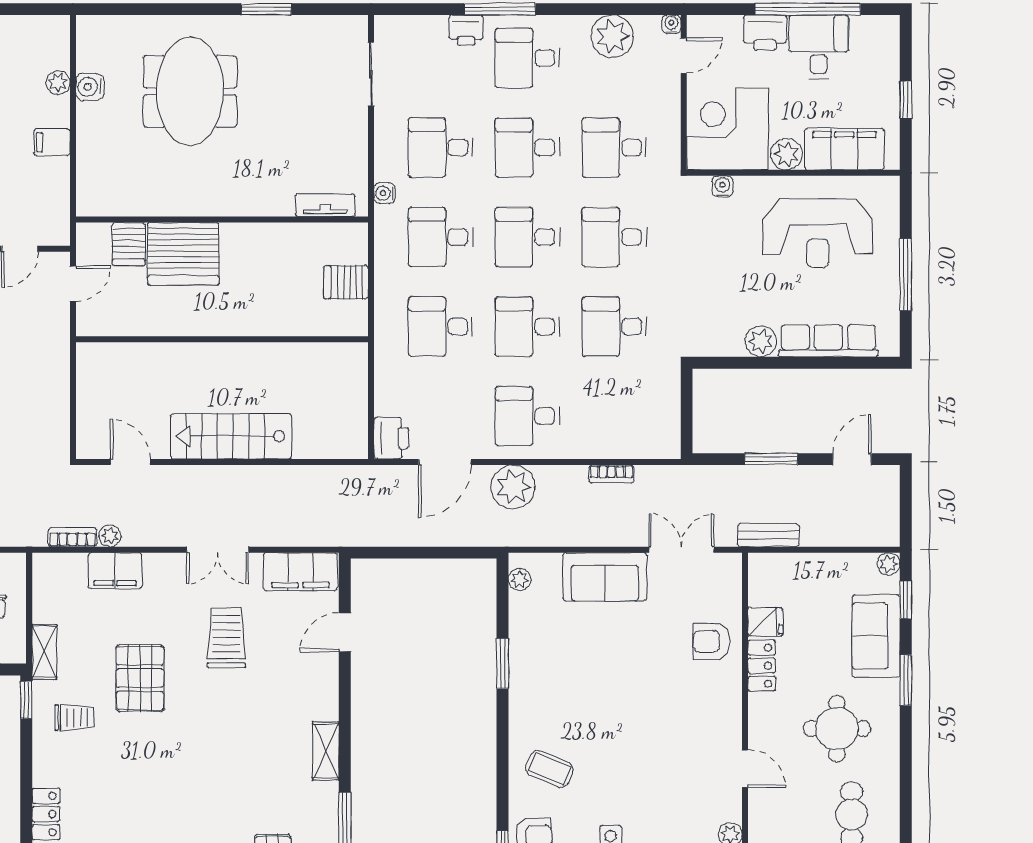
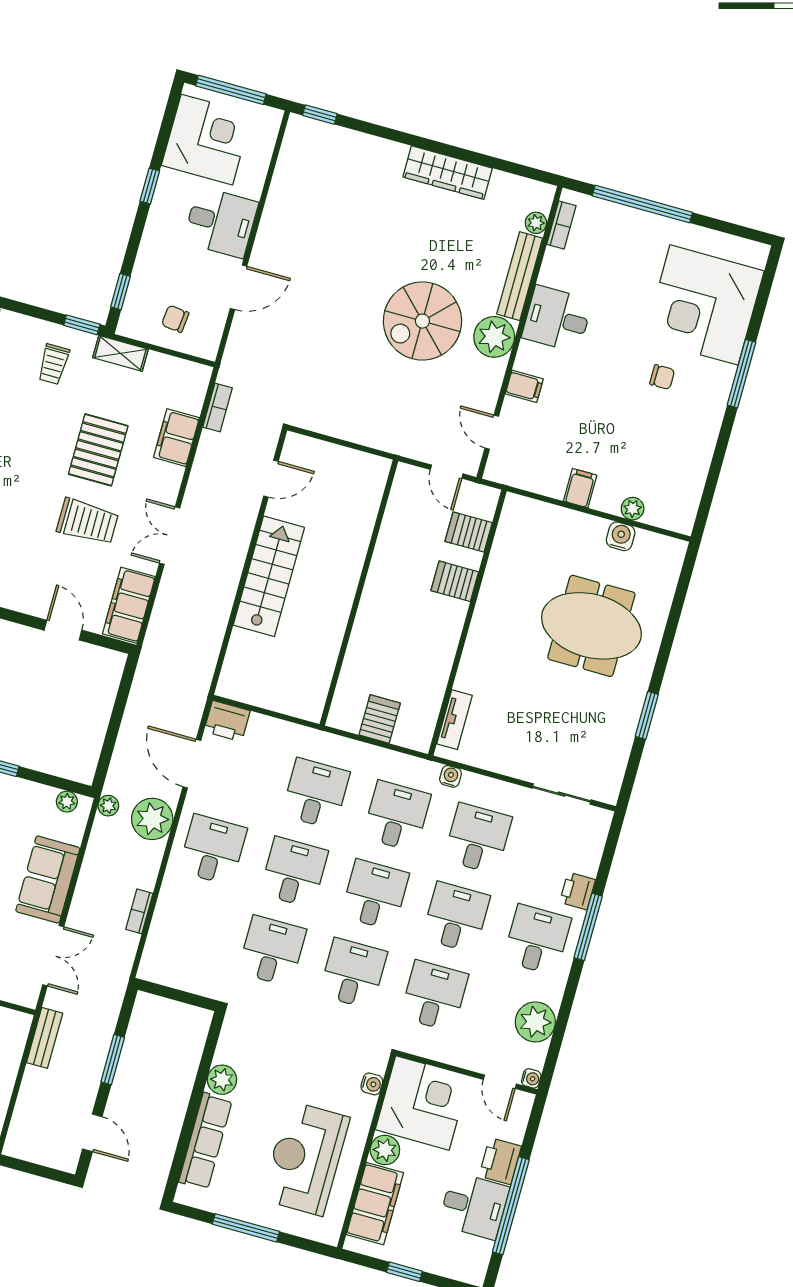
server rack: (183, 254) -> (455, 581), width x0.46, depth x0.70
plant: (110, 536) -> (108, 806), moved
pallet: (140, 678) -> (98, 450), moved, turned 90

